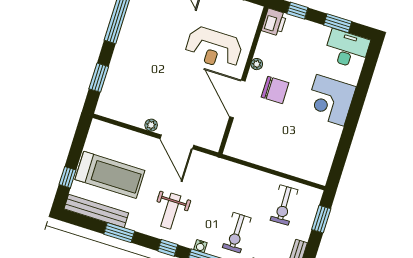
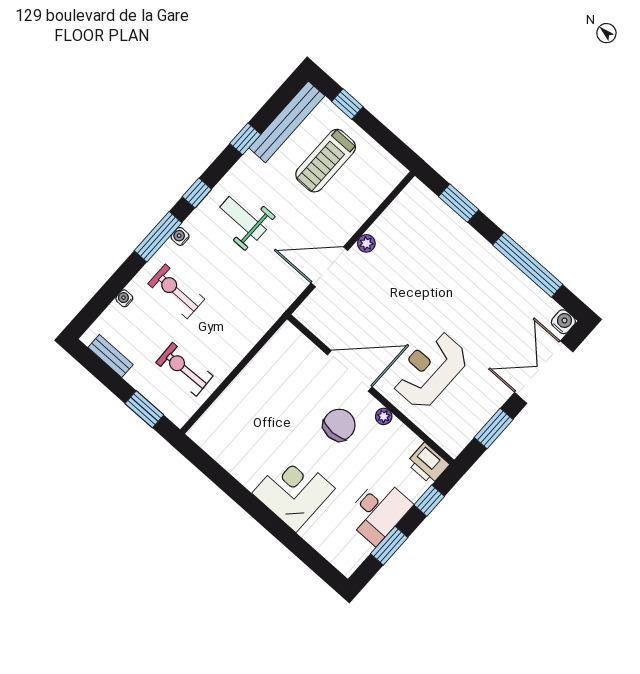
desk: (347, 49) -> (378, 511), moved
chair: (275, 90) -> (339, 425), turned 180
treadmill: (110, 175) -> (326, 161), width x0.73, depth x0.73
window: (119, 233) -> (245, 139), width x0.67

